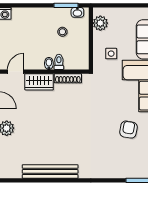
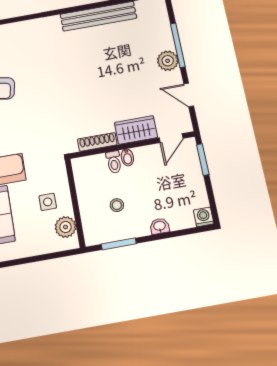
washbasin: (77, 12) -> (160, 226), moved
side table: (111, 54) -> (48, 202), moved

